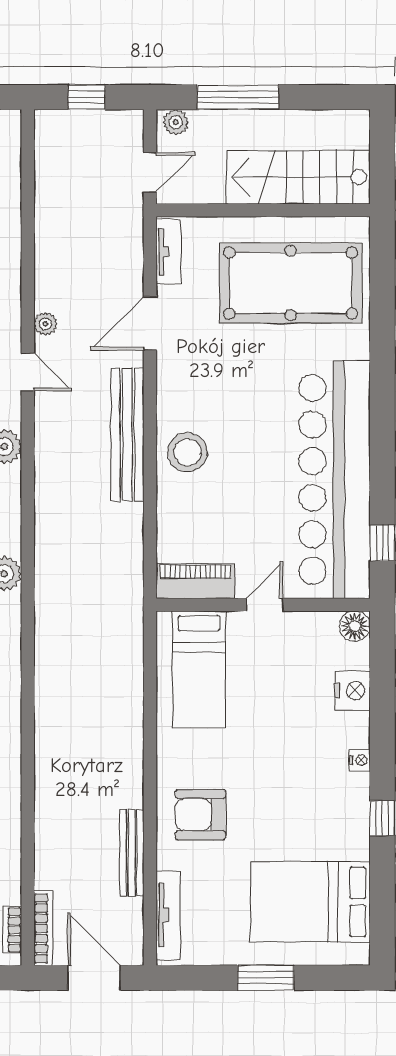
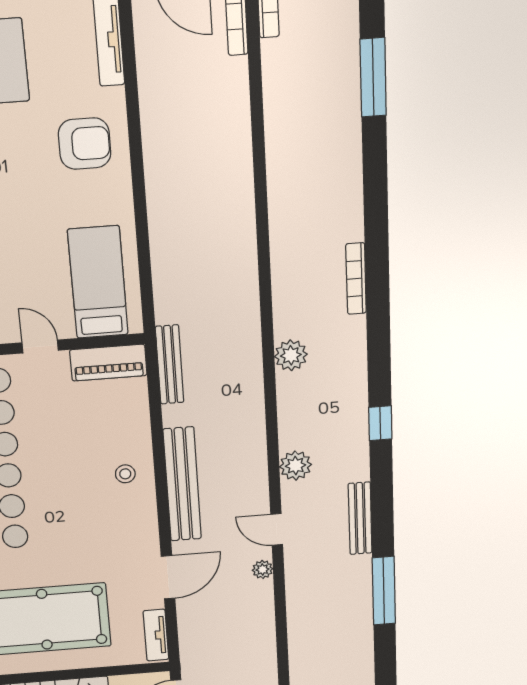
stool: (188, 452) -> (125, 474), width x0.53, depth x0.53
door: (265, 605) -> (40, 346), swing flipped
bench: (132, 853) -> (170, 365), moved

